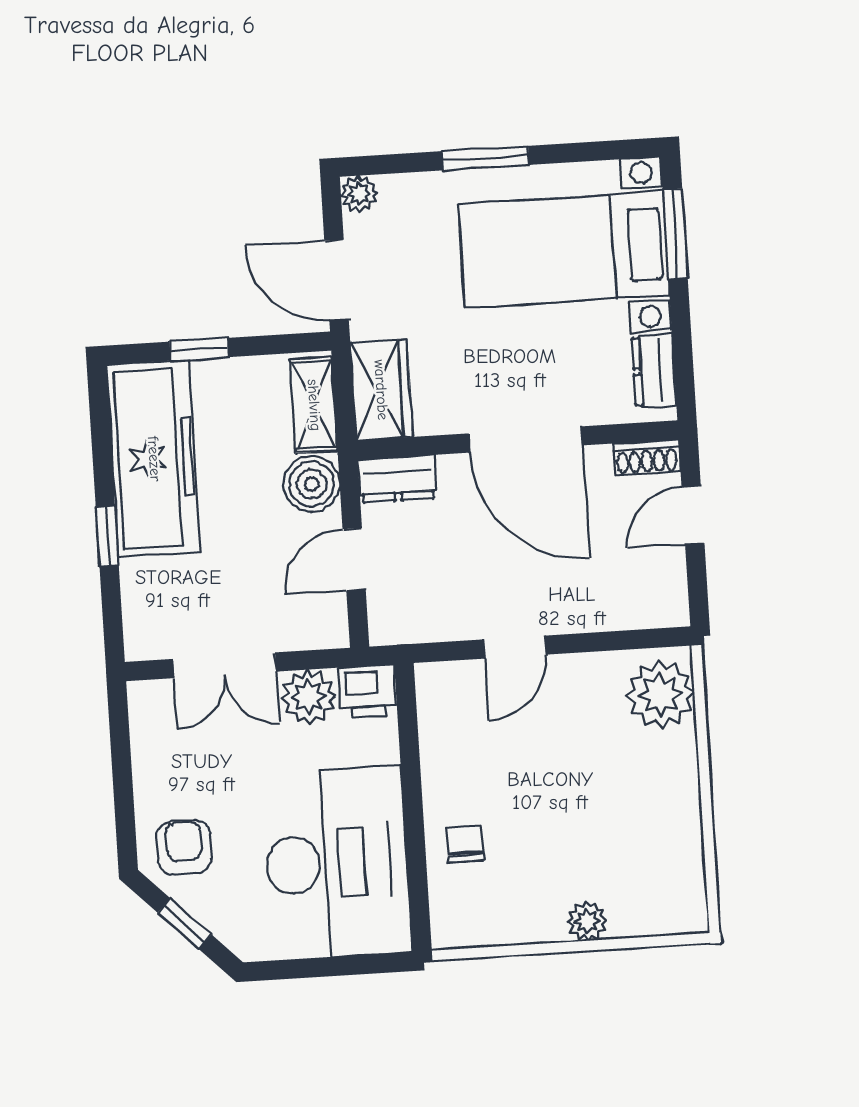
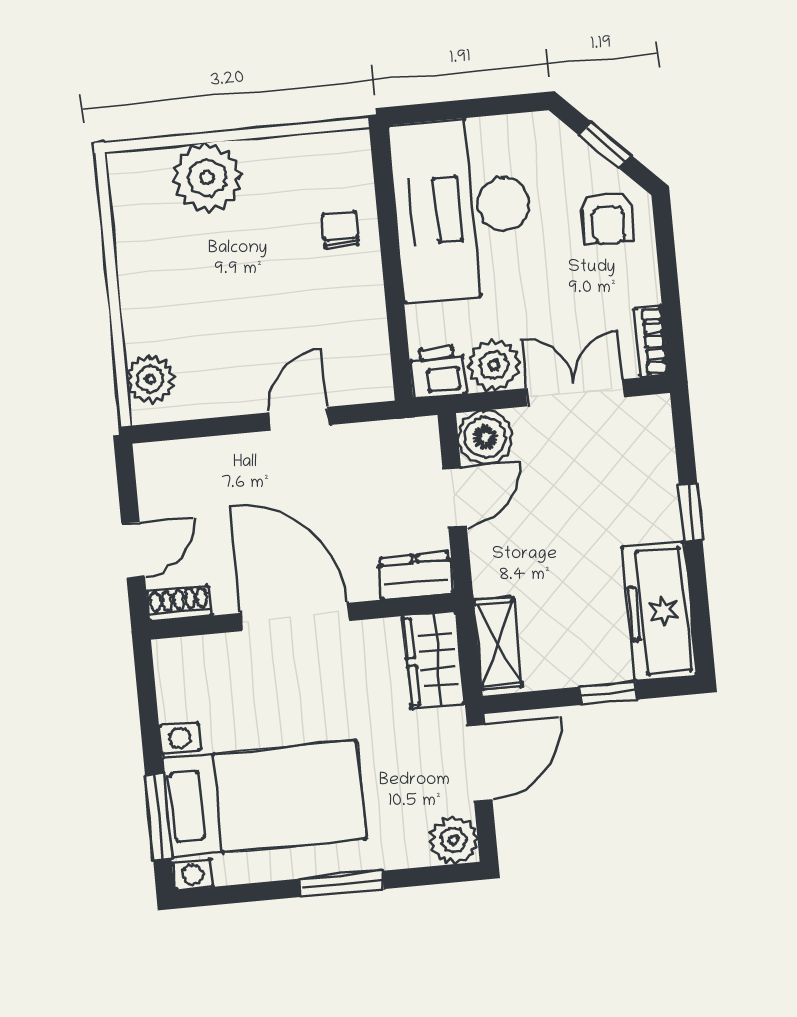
plant: (359, 194) -> (454, 840), width x1.38, depth x1.38
door: (337, 280) -> (480, 763), hinge flipped
dresser: (654, 371) -> (175, 686), removed
freezer: (154, 459) -> (659, 611), width x0.73, depth x0.79
boiler: (312, 484) -> (485, 437), moved
plant: (660, 694) -> (150, 379), width x0.73, depth x0.73
bookcase: (143, 717) -> (651, 341), added
chair: (465, 844) -> (340, 230), turned 180
plant: (587, 921) -> (207, 178), width x1.87, depth x1.87

